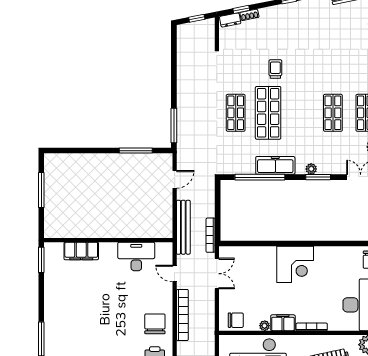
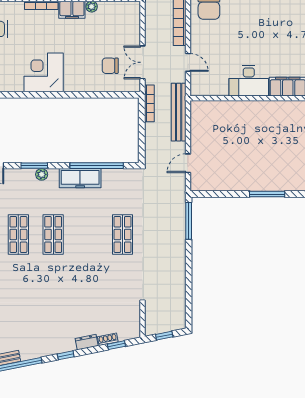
dresser: (230, 20) -> (87, 342), moved
trolley: (275, 69) -> (80, 281), removed
shop shelf: (268, 113) -> (53, 234), moved, width x0.70, depth x0.74
window: (136, 151) -> (267, 194), moved
desk: (136, 256) -> (249, 81), moved
corner desk: (295, 264) -> (44, 72), moved
chair: (236, 320) -> (110, 66), moved

